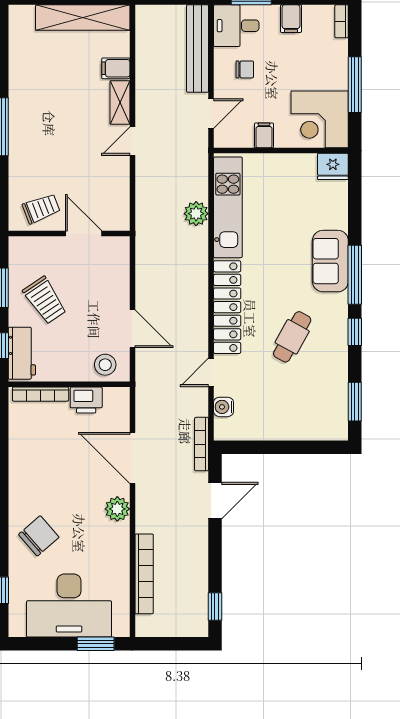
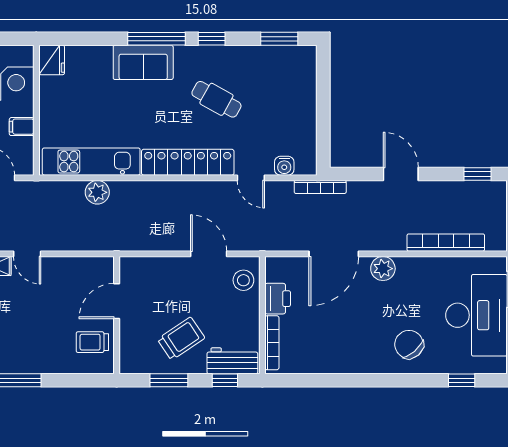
trolley: (41, 208) -> (92, 342), turned -69
door: (132, 329) -> (209, 254), hinge flipped
door: (215, 501) -> (401, 174), moved

